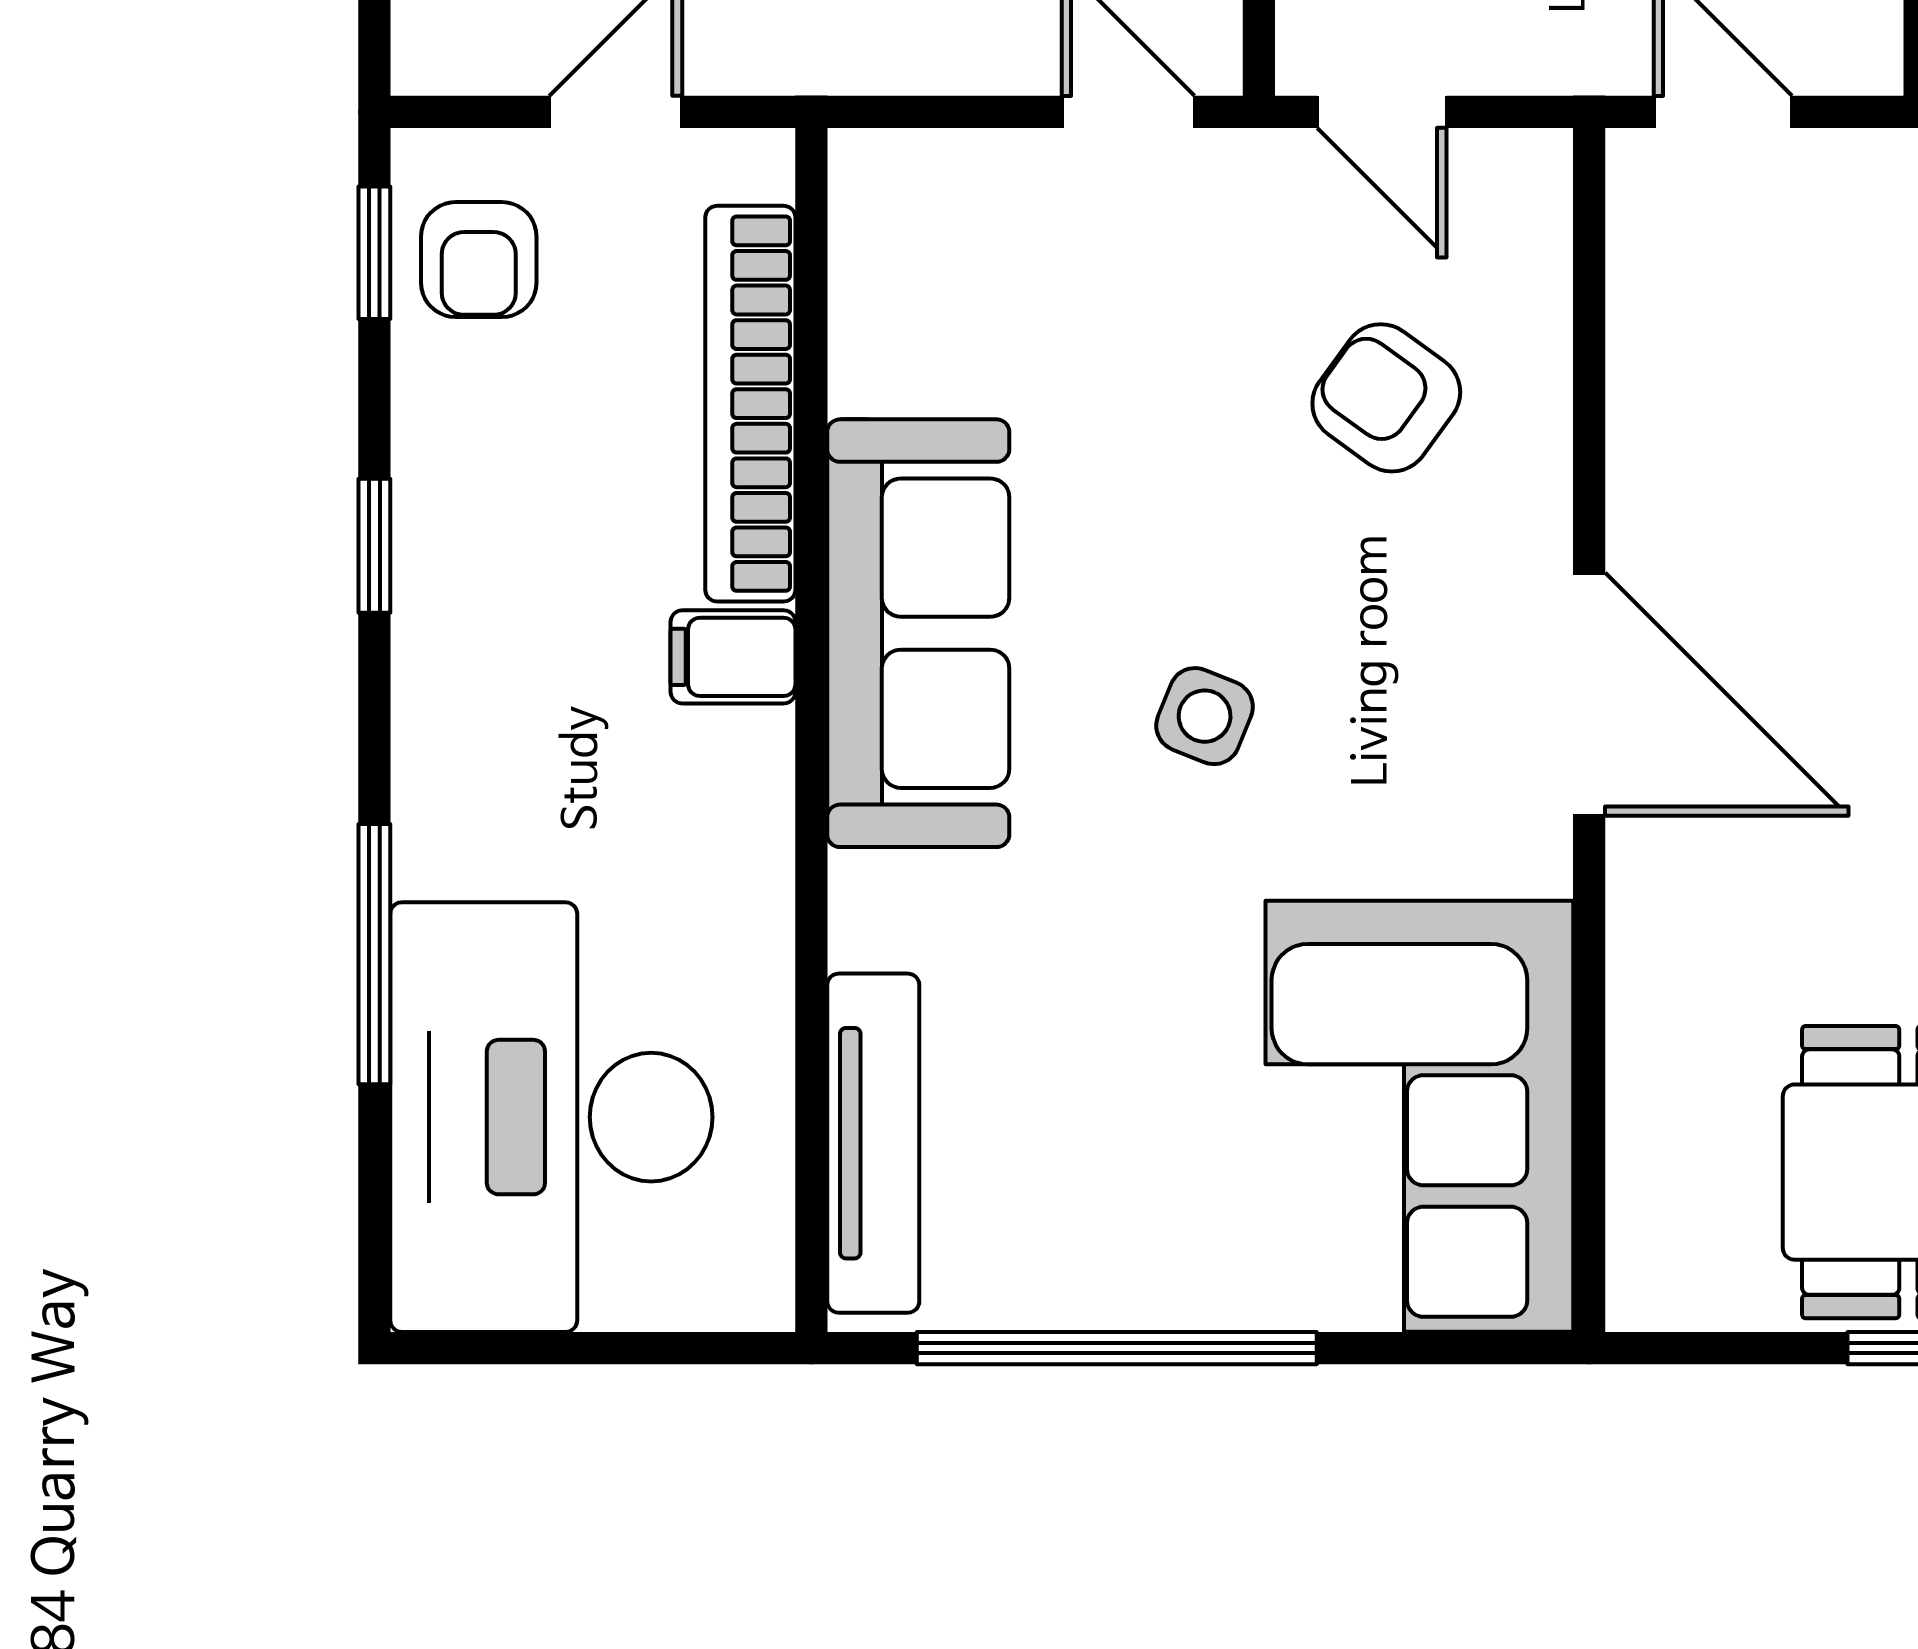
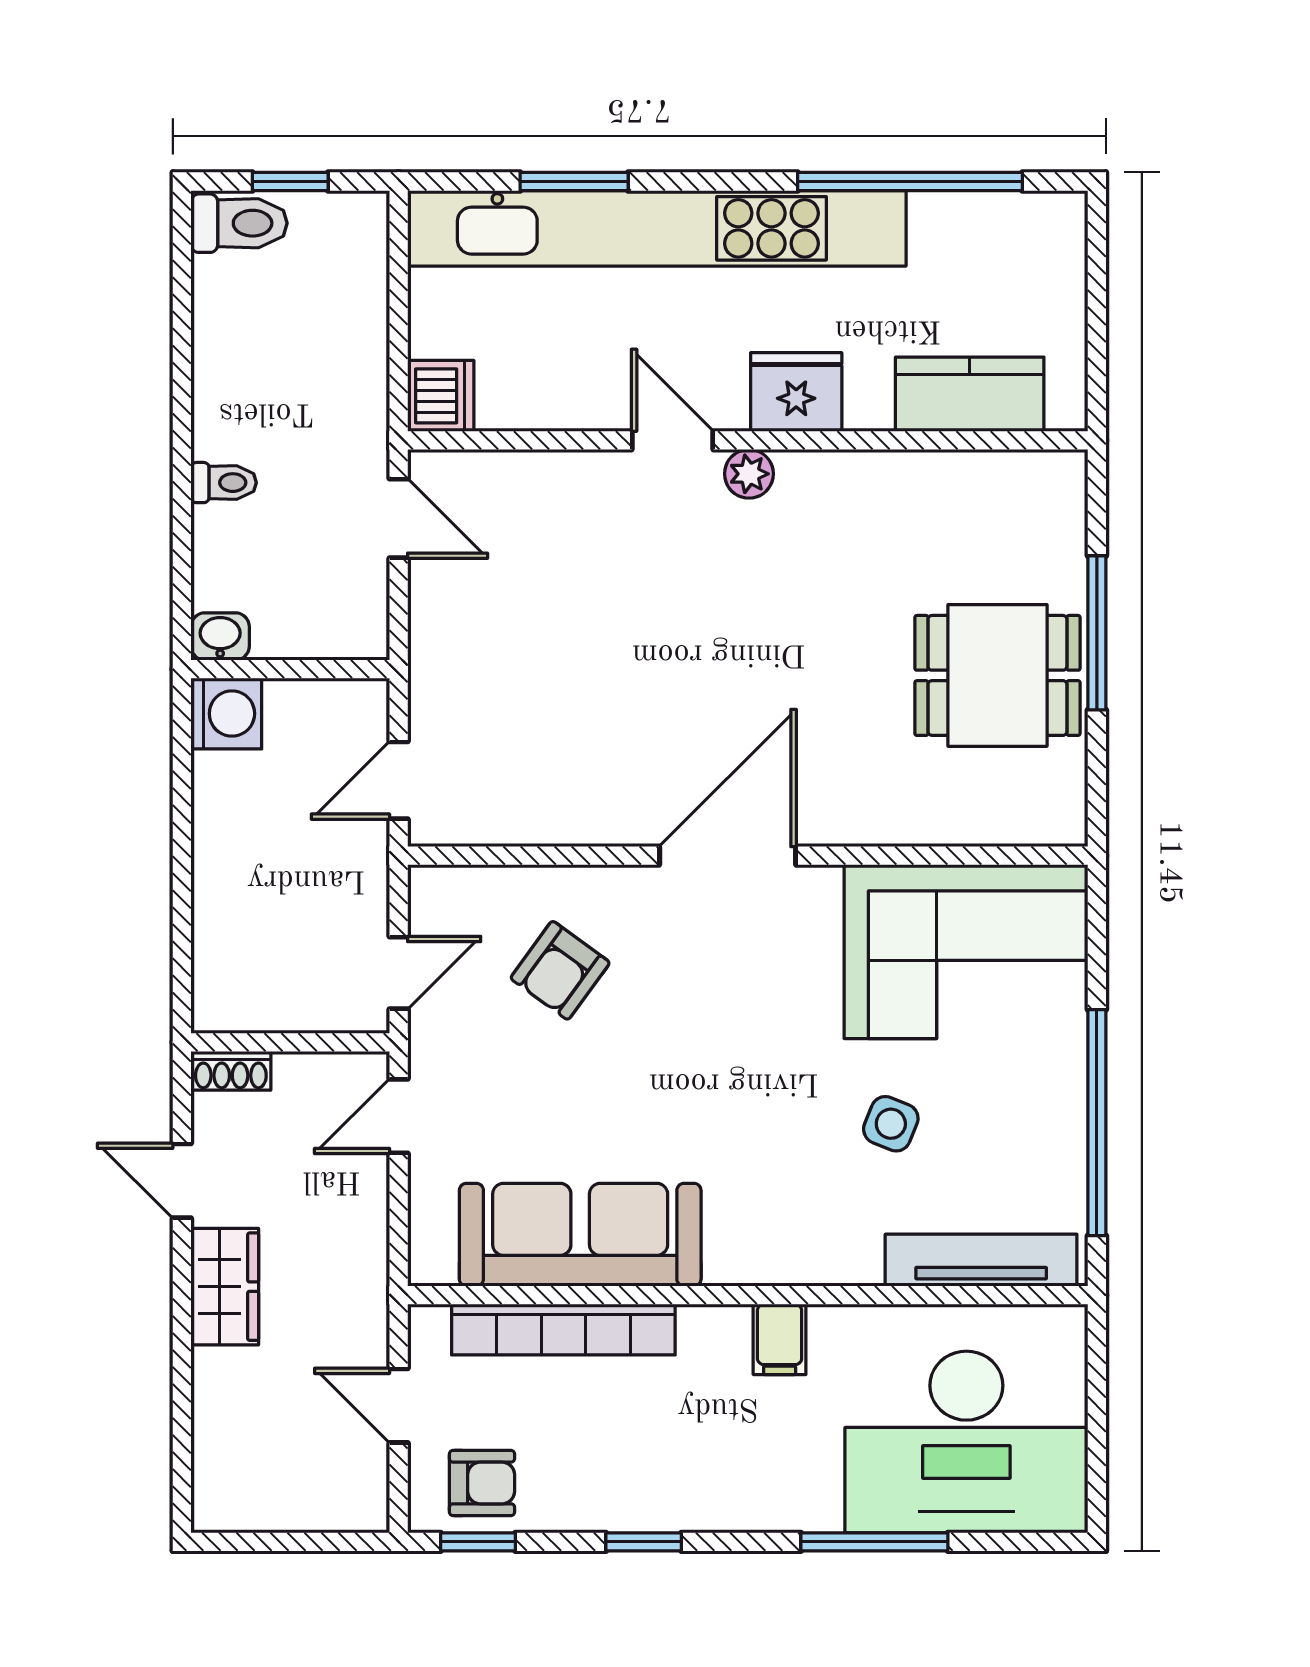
sofa: (918, 633) -> (580, 1235), moved
filing cabinet: (733, 657) -> (780, 1339), moved
side table: (1205, 716) -> (891, 1124), moved

